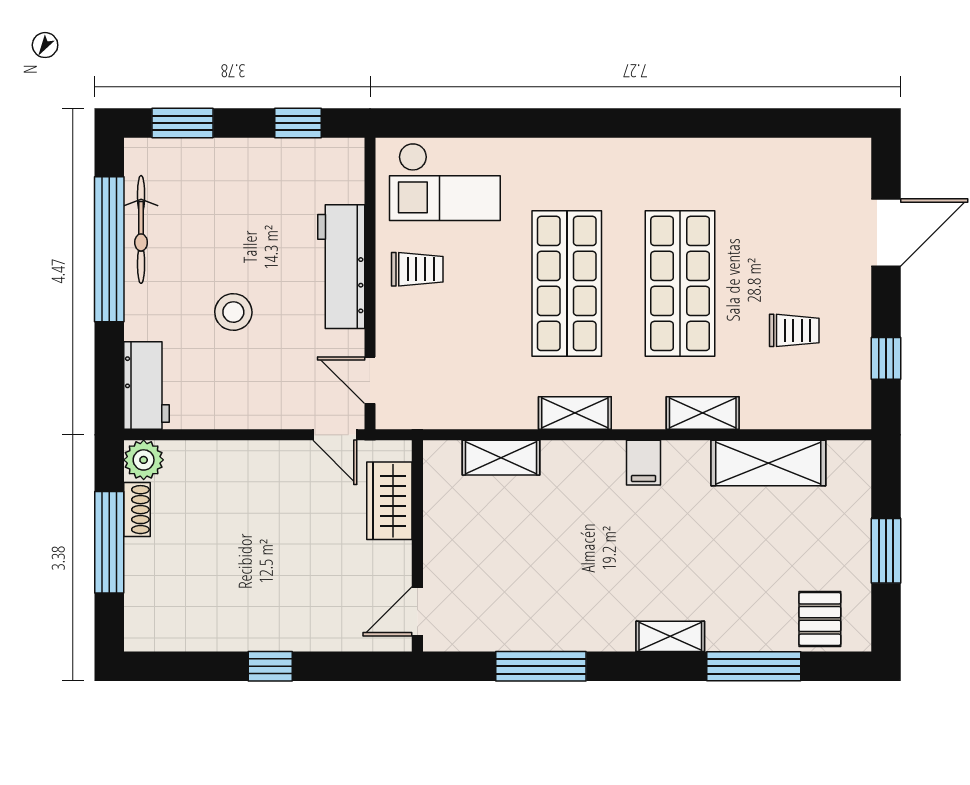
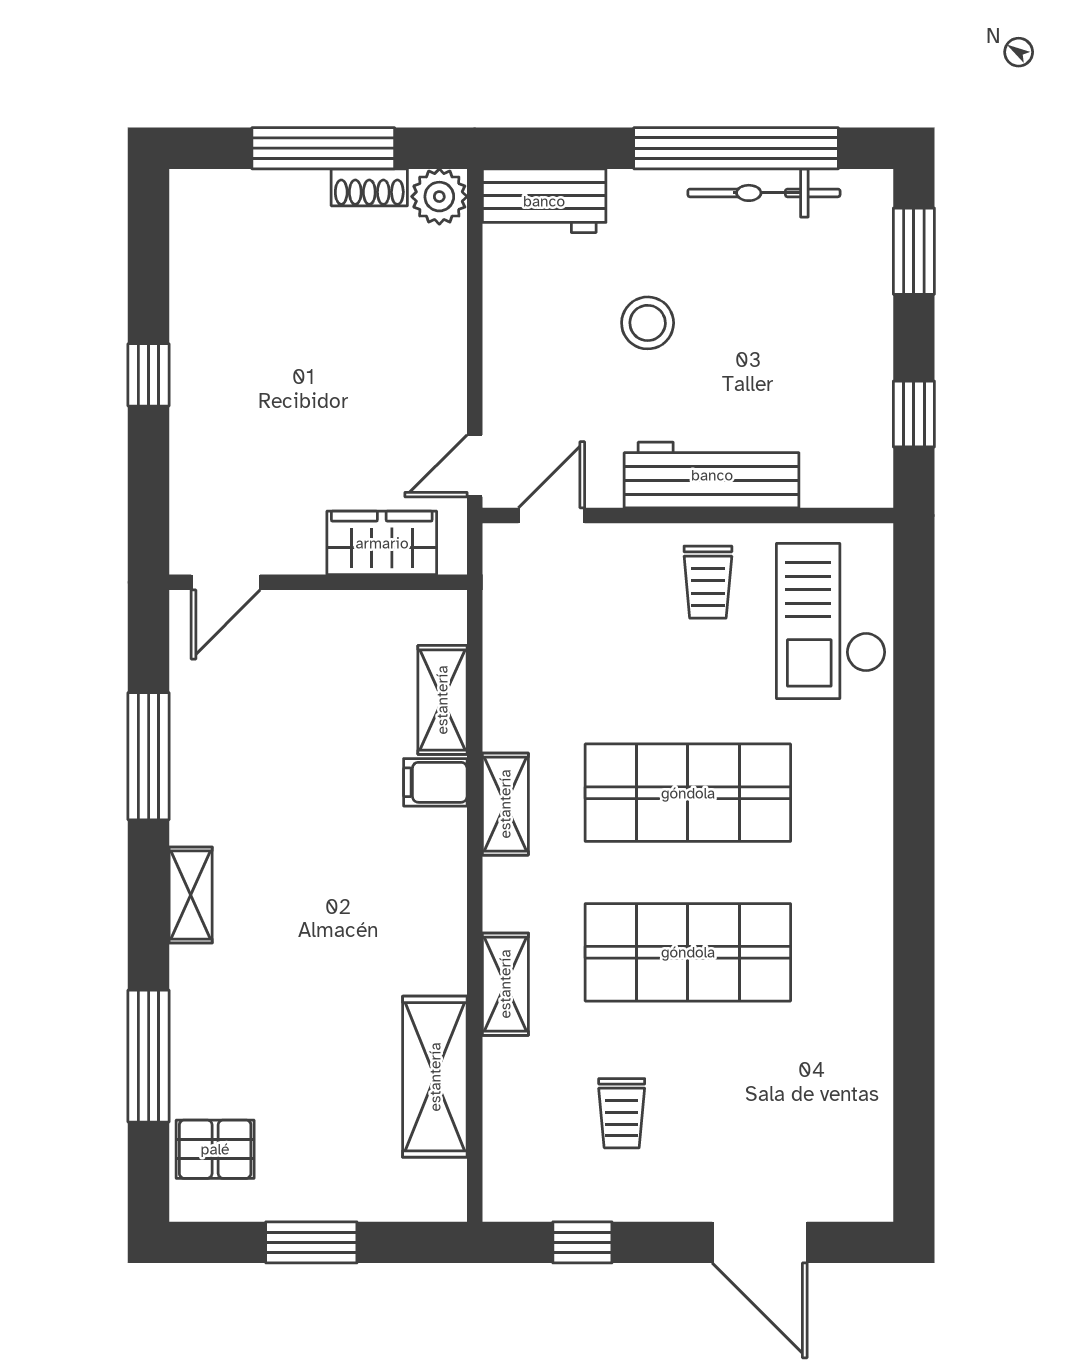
filing cabinet: (644, 463) -> (435, 782), moved
door: (417, 611) -> (226, 582), swing flipped
shelving: (670, 636) -> (191, 895), moved

